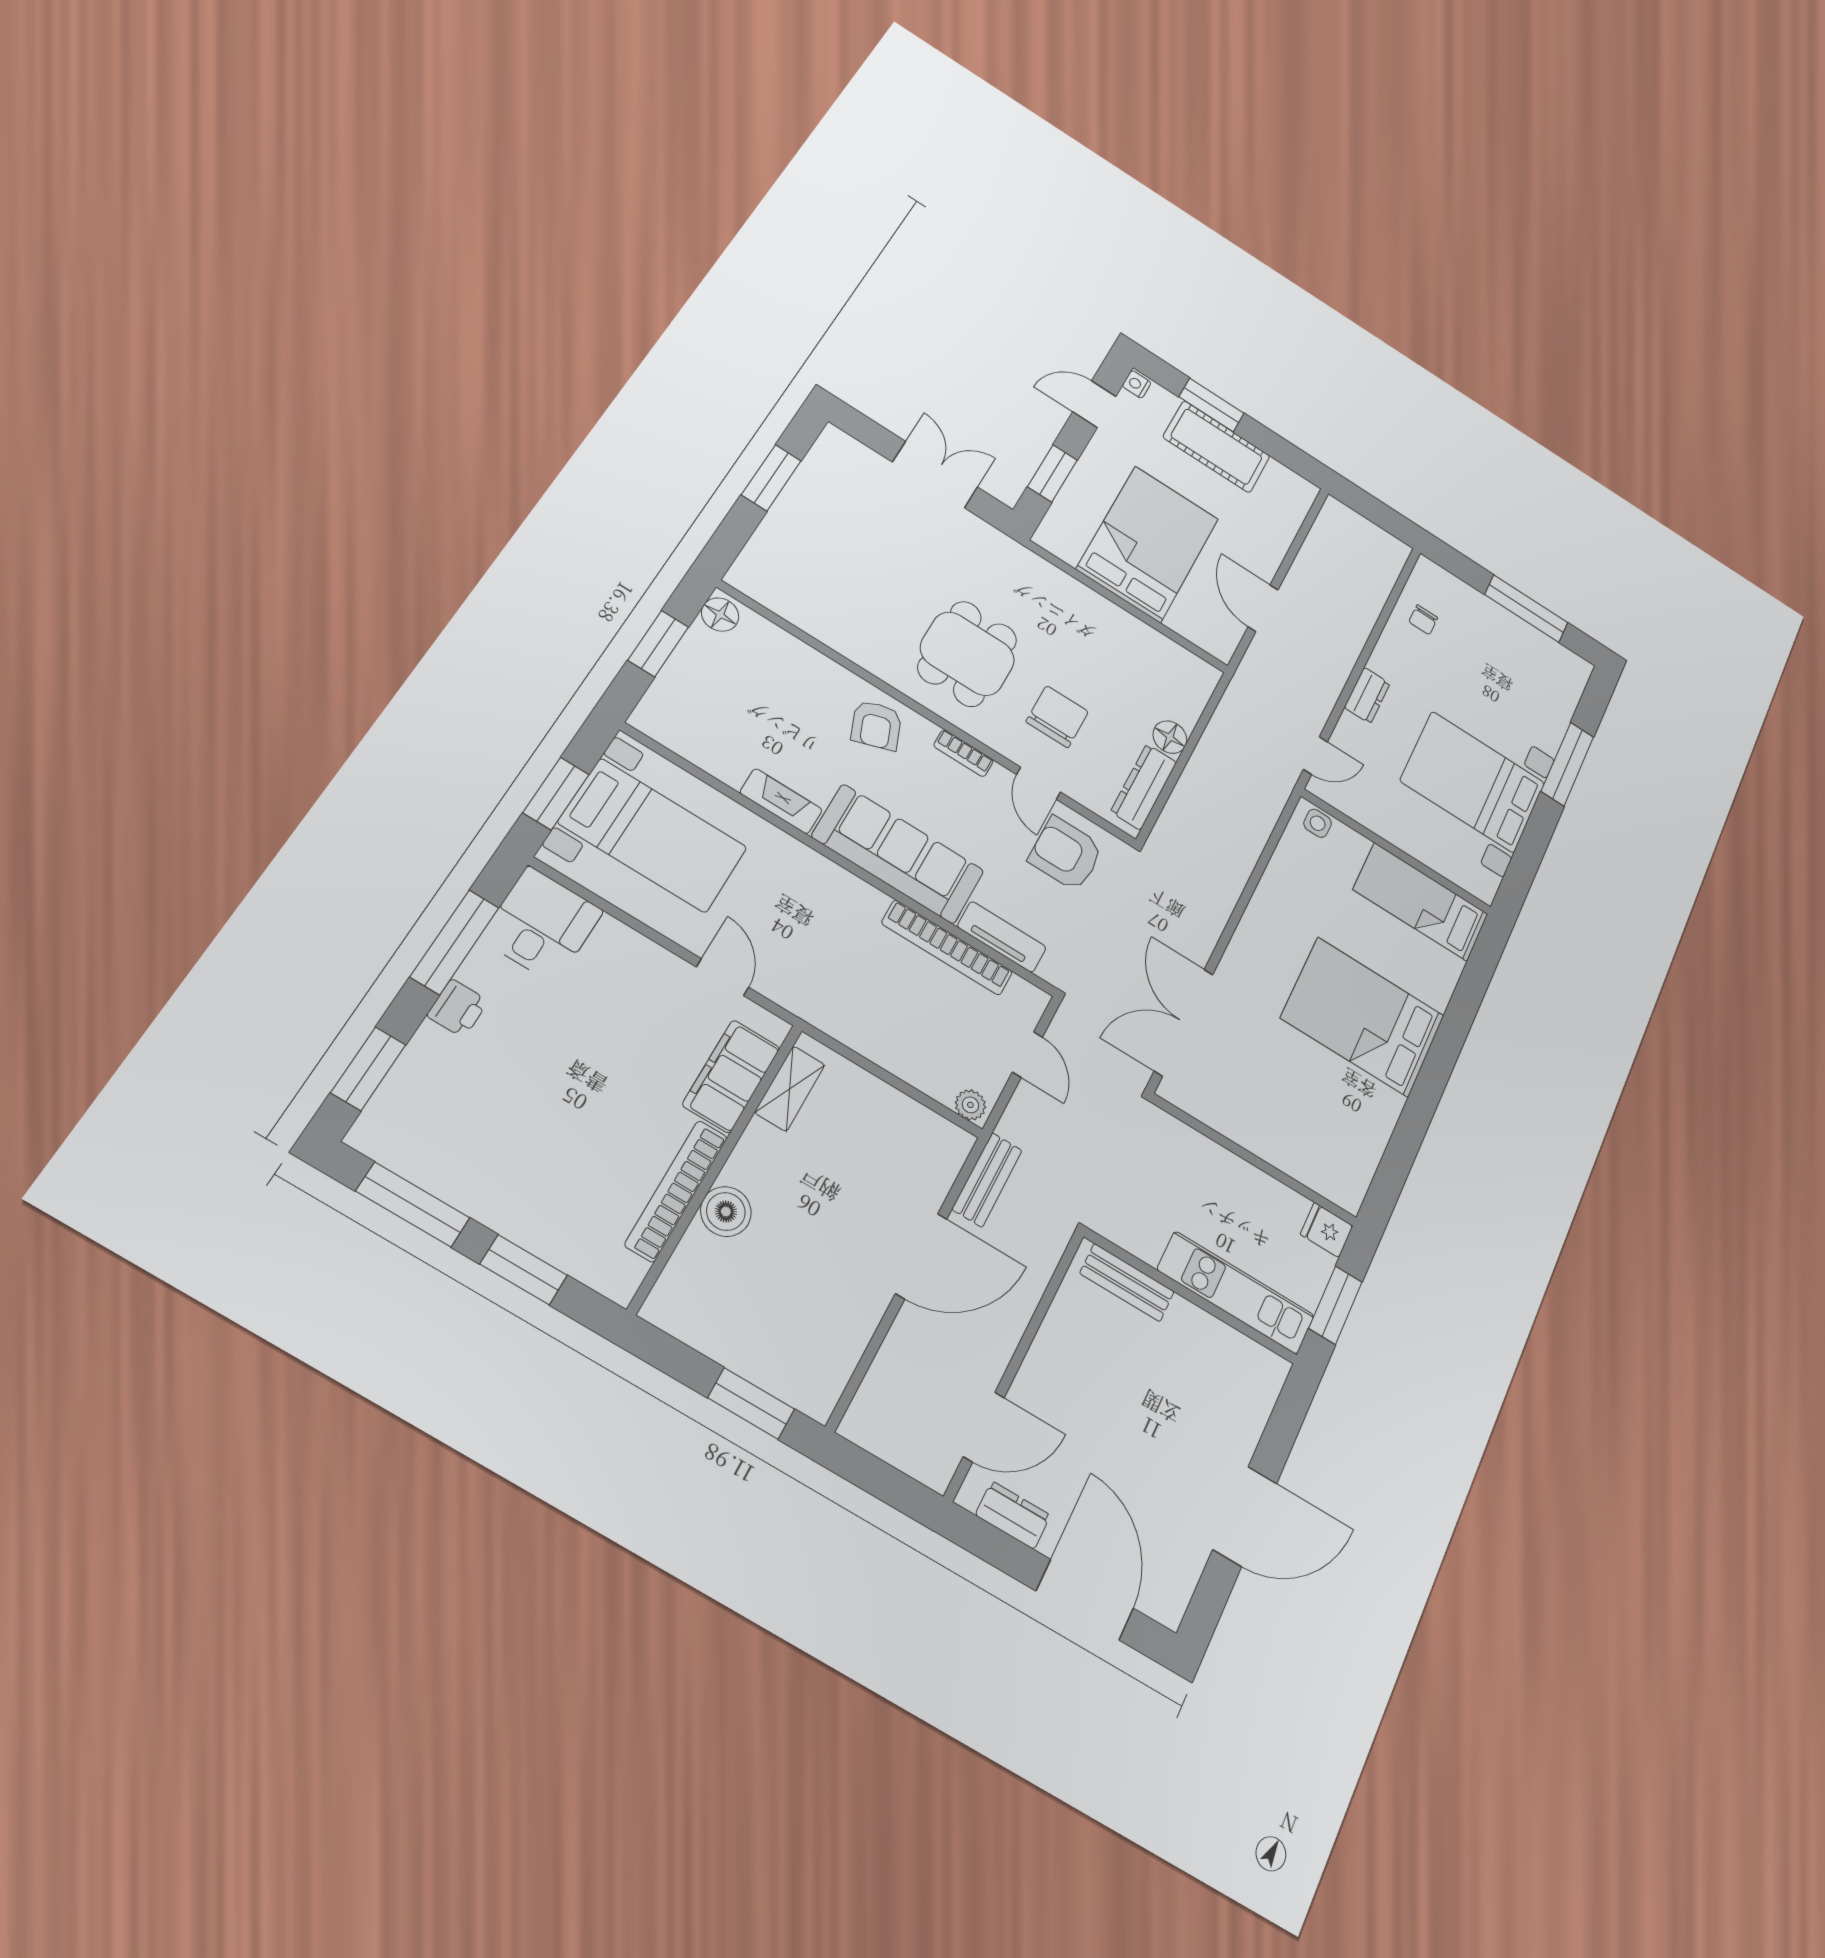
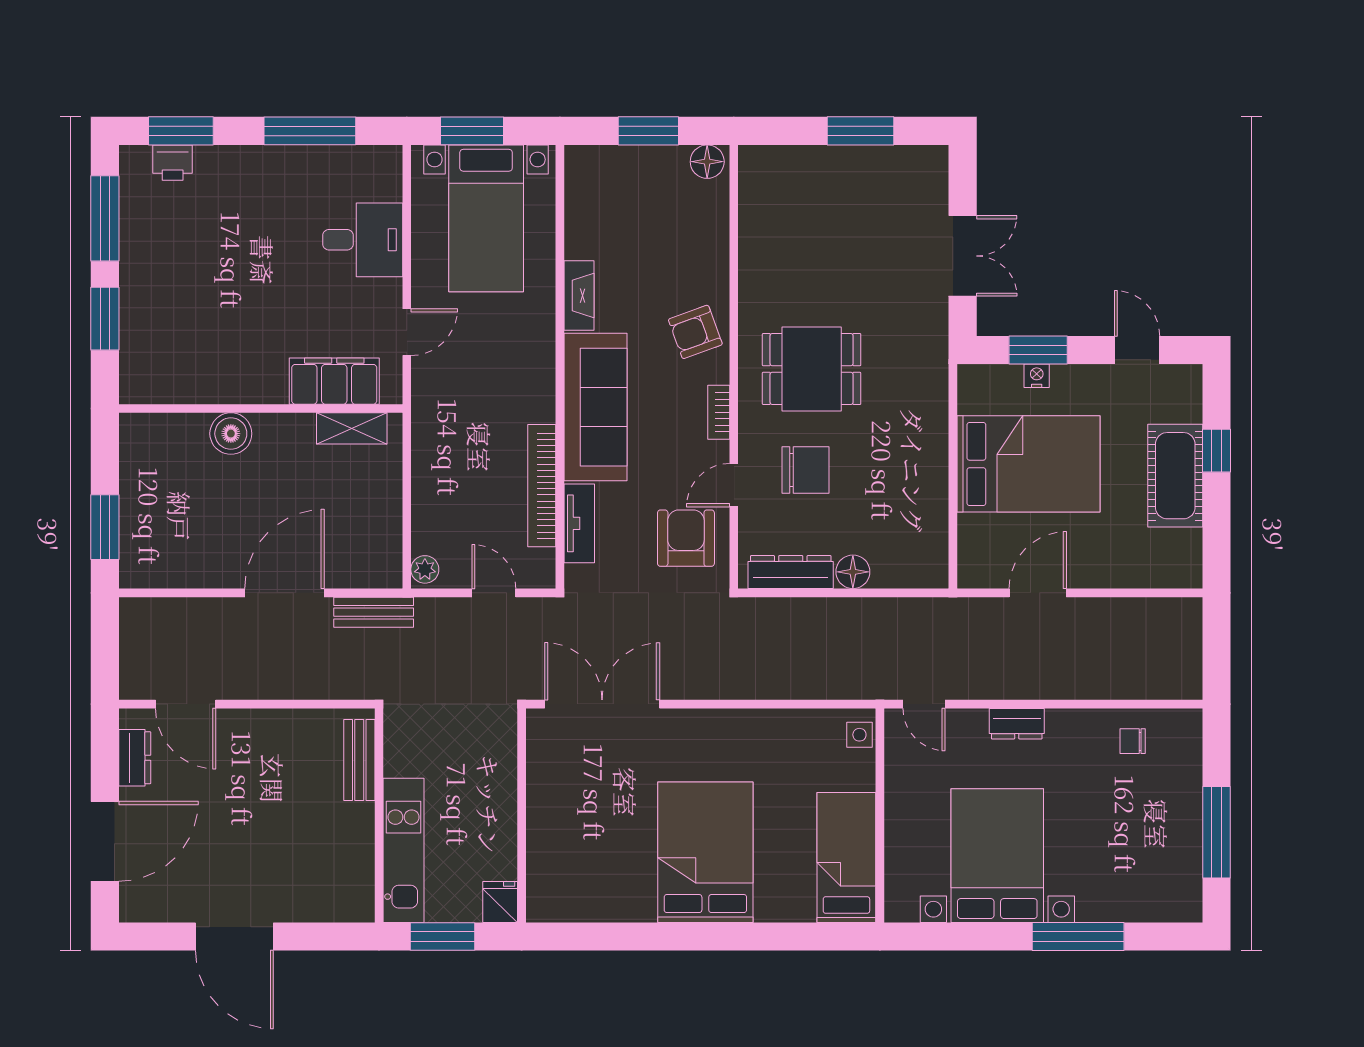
nightstand: (1137, 384) -> (1037, 376), moved
window: (1211, 405) -> (1217, 451), width x0.67
desk: (542, 925) -> (363, 240), moved
printer: (458, 1008) -> (173, 163), moved
door: (1028, 1055) -> (494, 593), swing flipped
bookcase: (676, 1191) -> (224, 390), removed
door: (921, 1256) -> (285, 593), swing flipped

